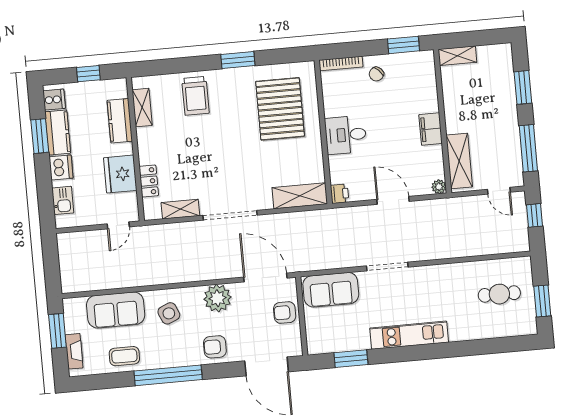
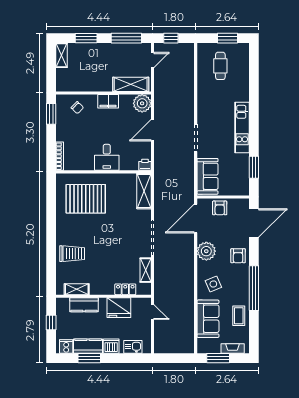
shelving: (457, 56) -> (61, 55), moved
window: (238, 60) -> (51, 224), removed
chair: (376, 74) -> (77, 108), moved
plant: (439, 187) -> (142, 103), width x1.88, depth x1.88

